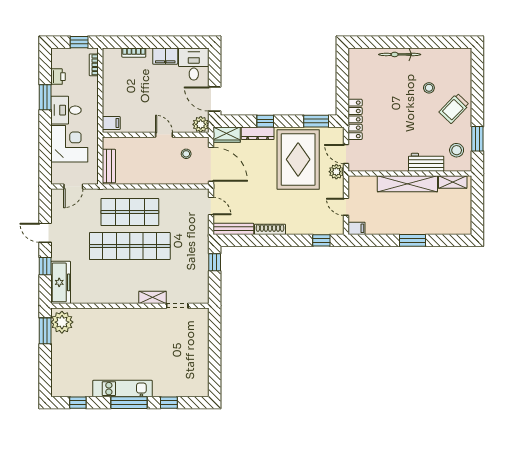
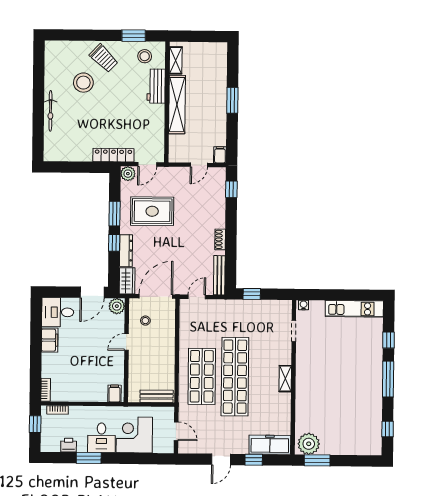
bookcase: (134, 53) -> (46, 390), moved
stool: (429, 88) -> (83, 83), width x1.89, depth x1.89
window: (316, 121) -> (115, 214), moved
rug: (298, 159) -> (152, 211), width x0.73, depth x0.69
plant: (336, 172) -> (128, 174), moved
shoe rack: (270, 229) -> (220, 239), width x0.70
shelving: (153, 297) -> (285, 379), moved
water cooler: (204, 315) -> (304, 305), added
kitchen unit: (122, 389) -> (354, 309), moved, turned -90

